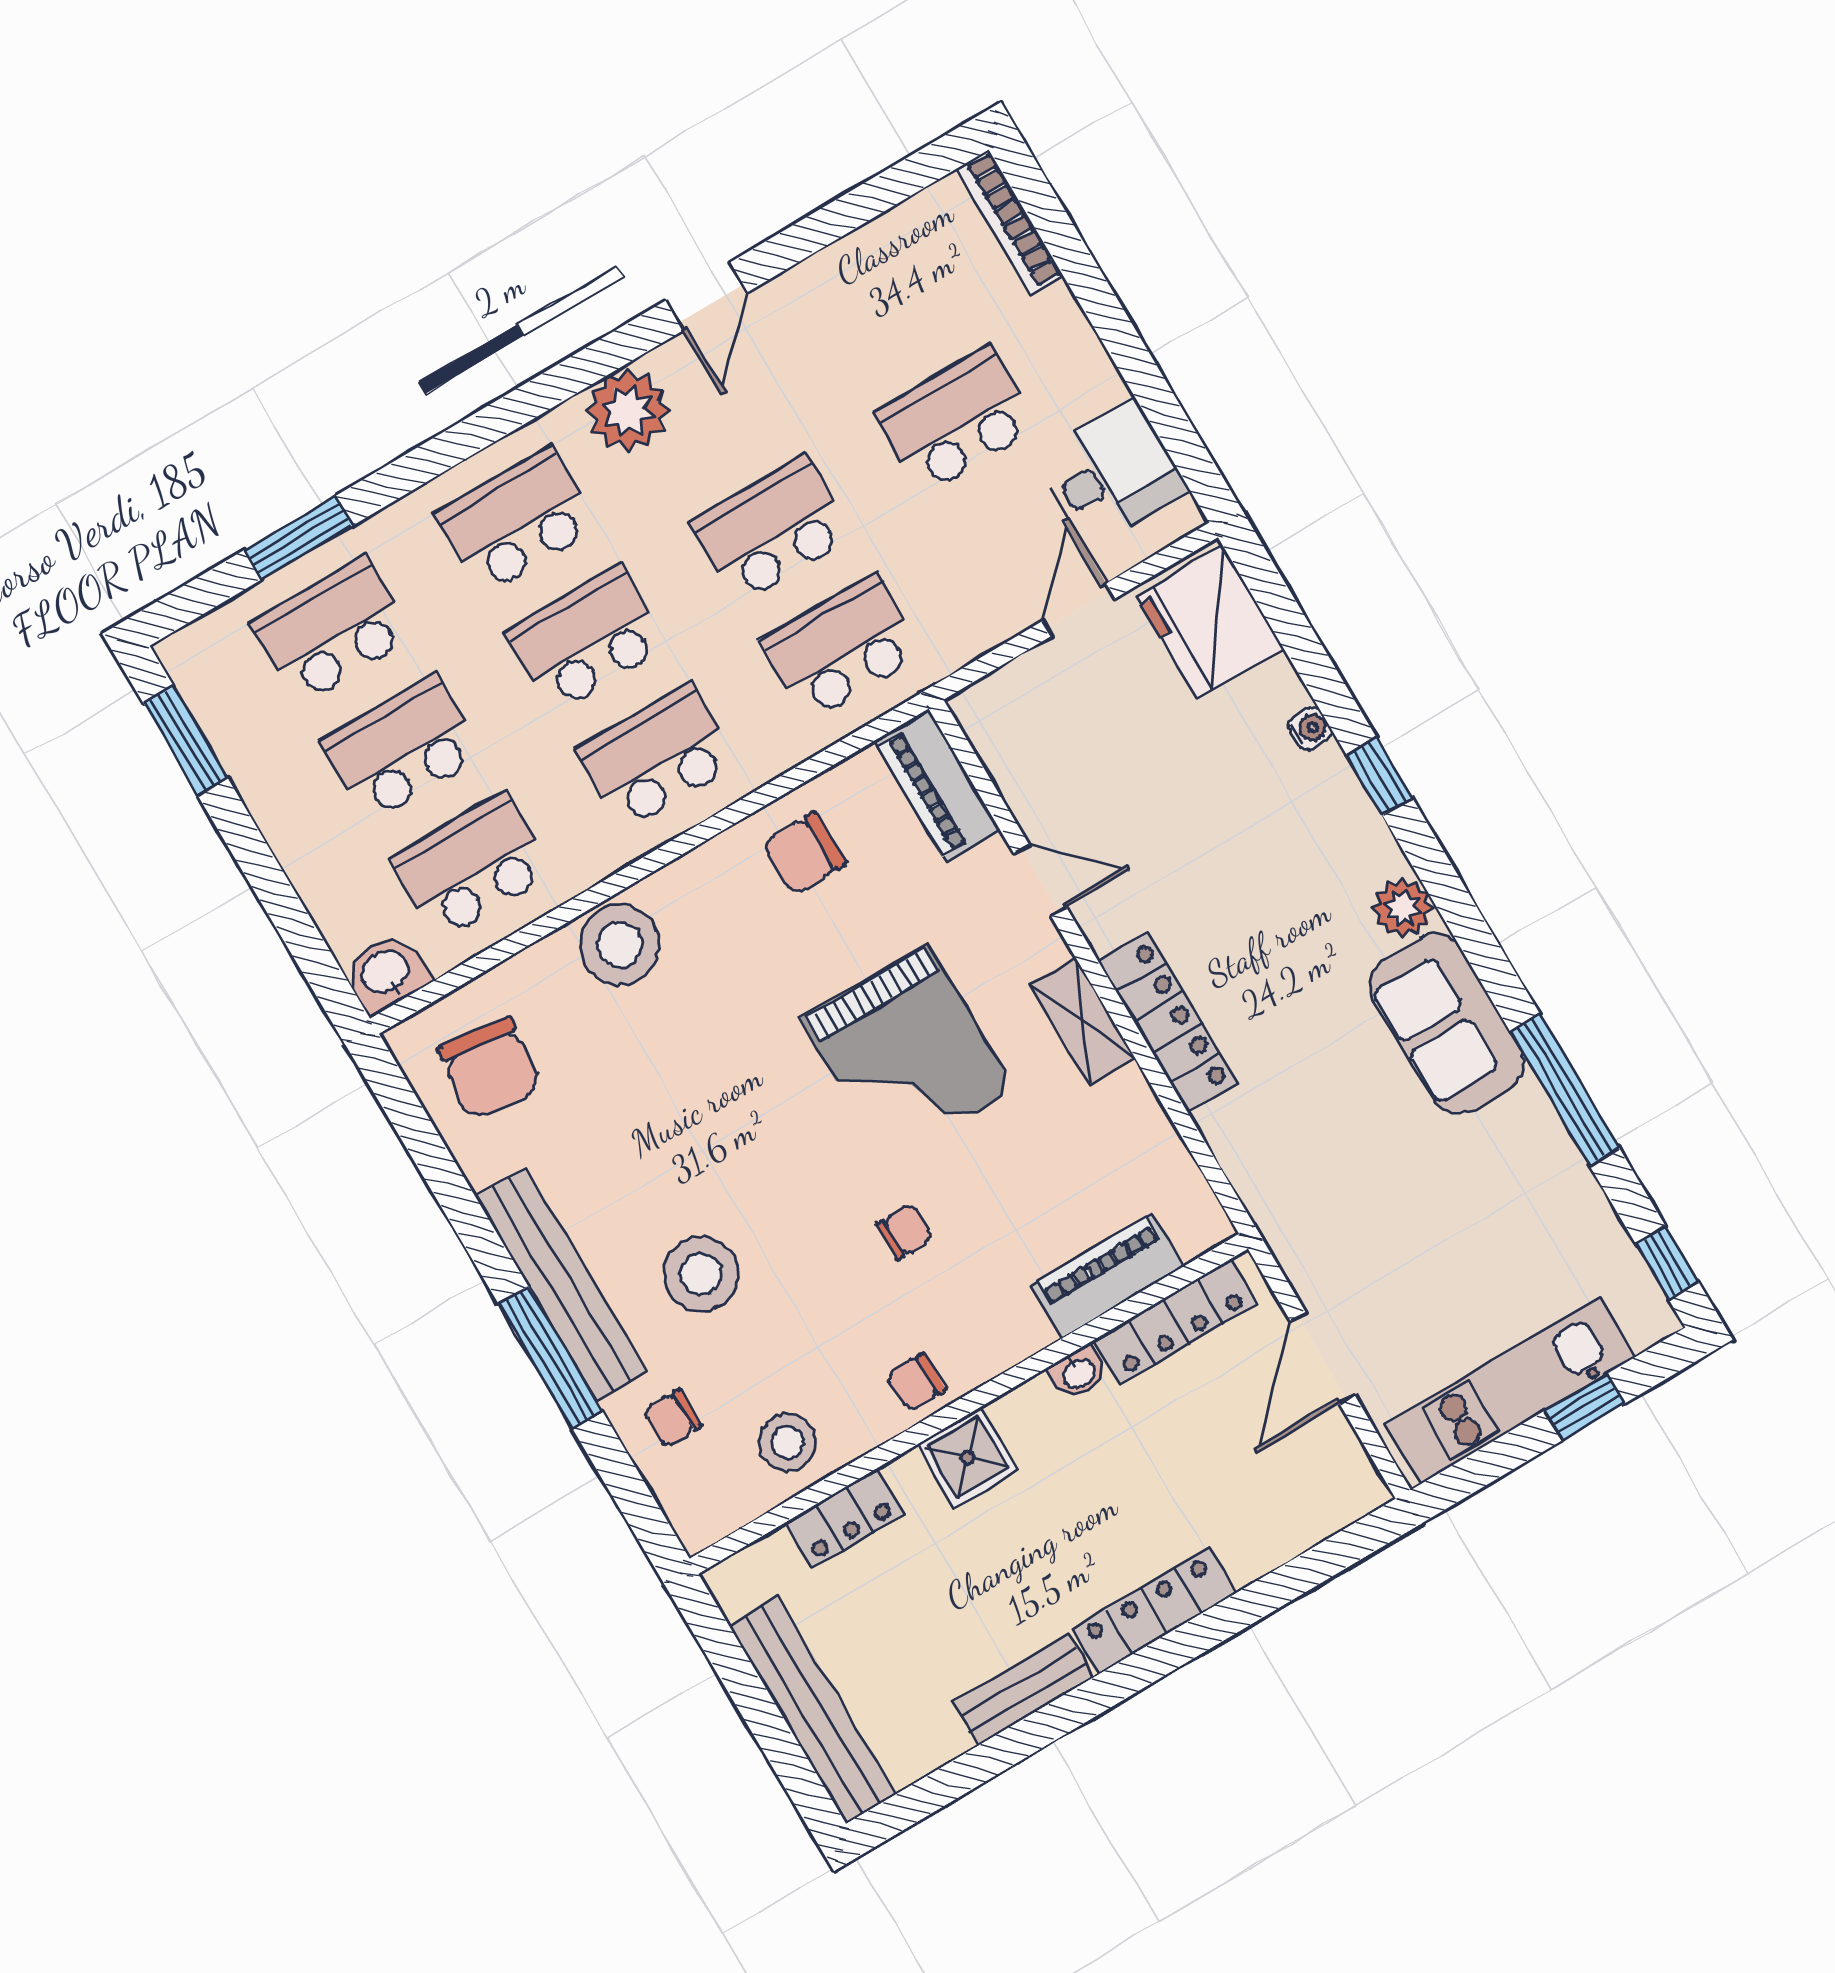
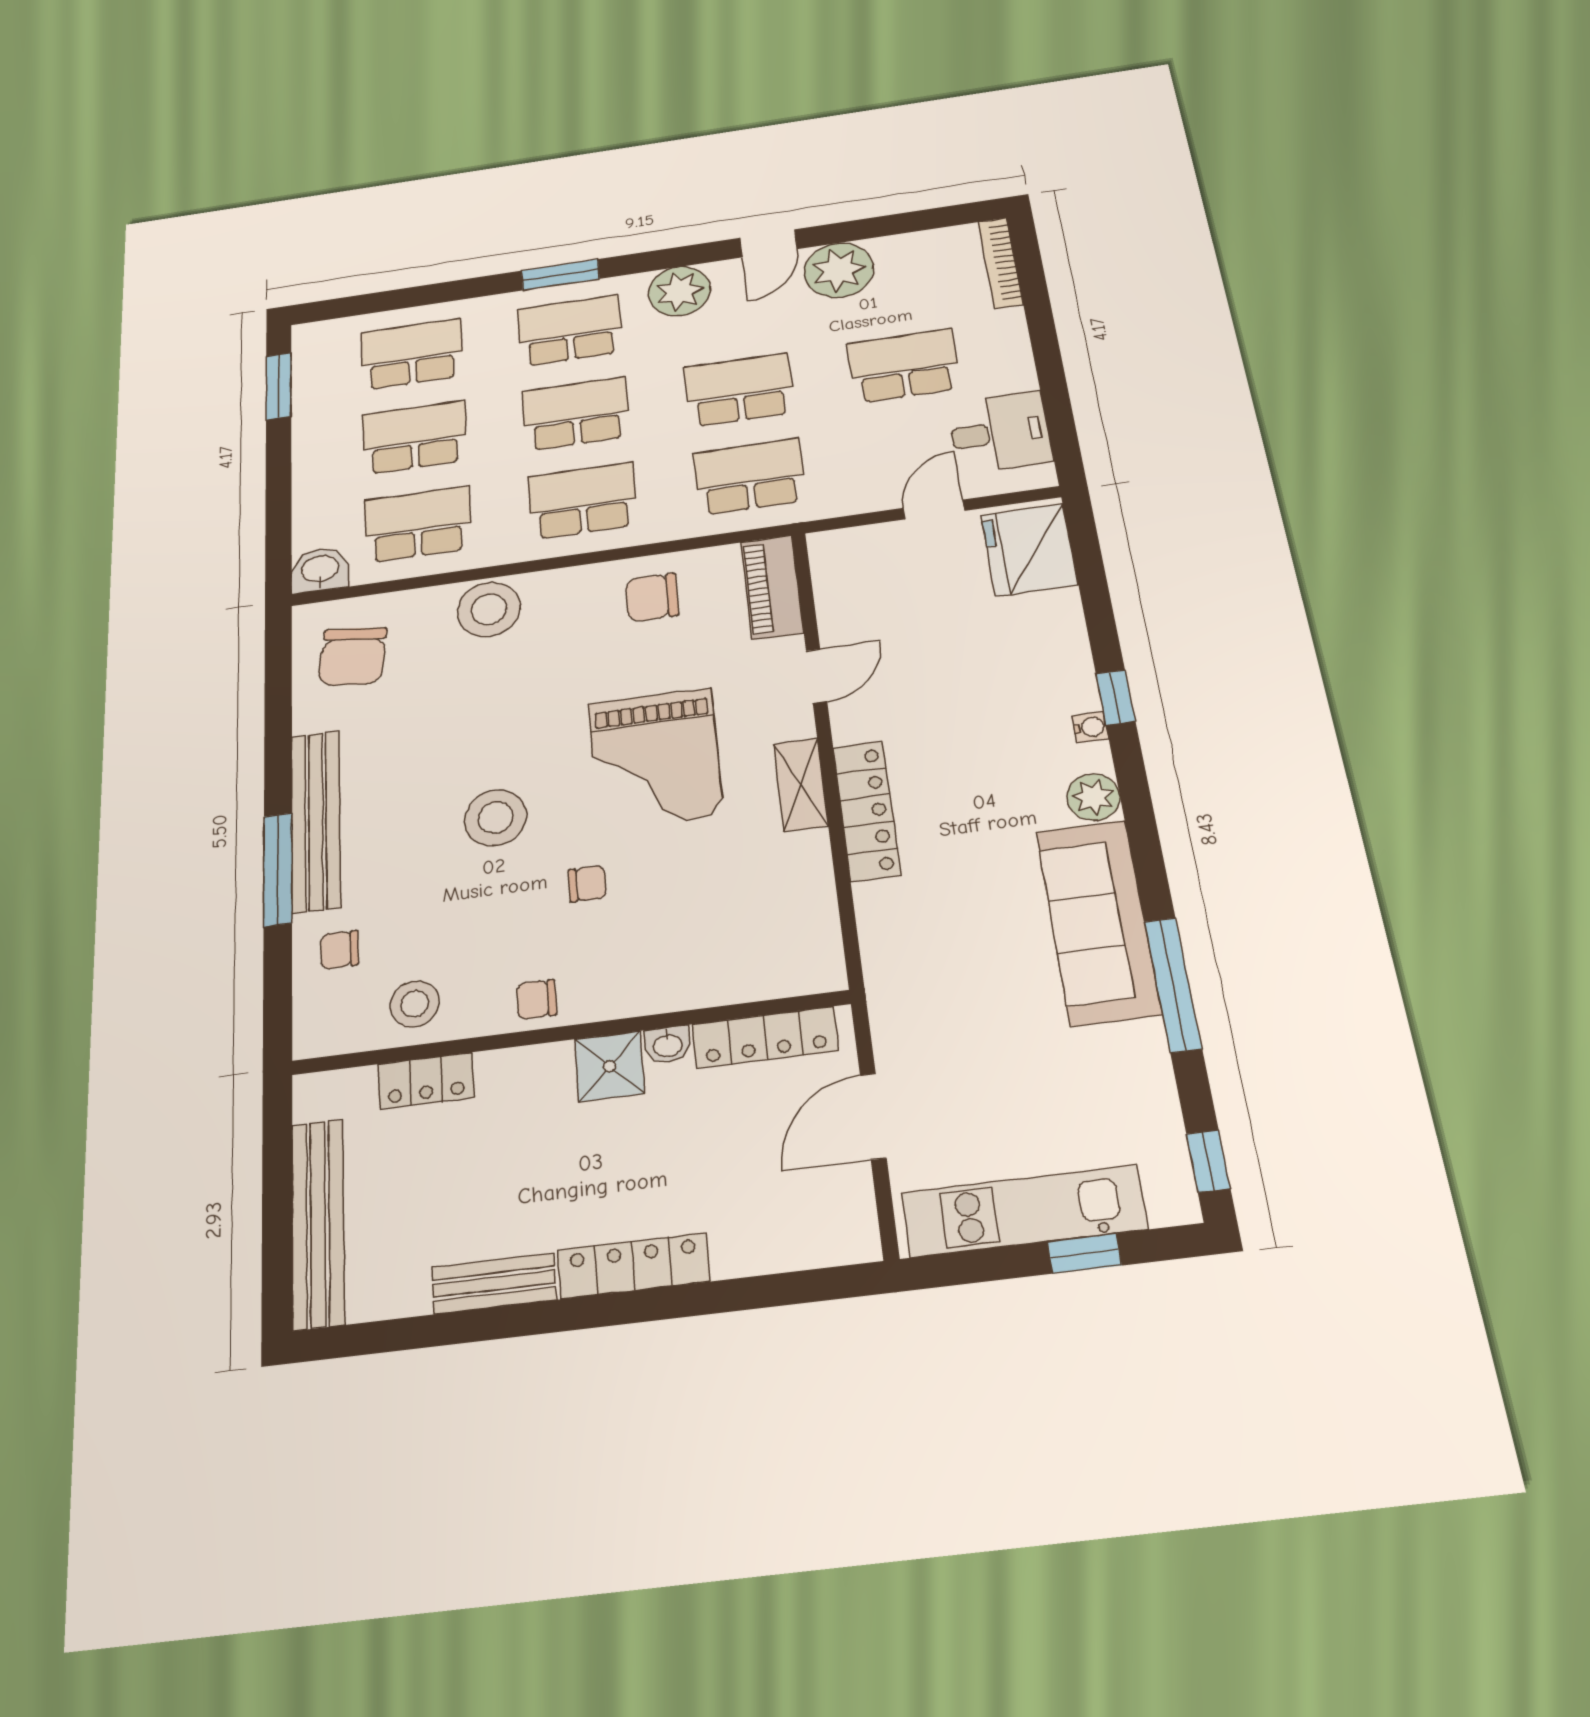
plant: (814, 306) -> (839, 270), added
window: (298, 538) -> (560, 275), moved
water cooler: (1310, 729) -> (1090, 727), moved
door: (1040, 880) -> (817, 676), hinge flipped
sofa: (1447, 1024) -> (1098, 921), width x1.36
stool: (701, 1274) -> (496, 818), moved
piano: (1107, 1275) -> (728, 979), removed
shower: (967, 1457) -> (609, 1066), moved

